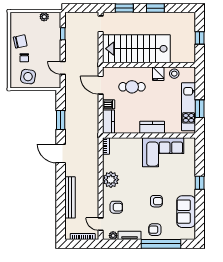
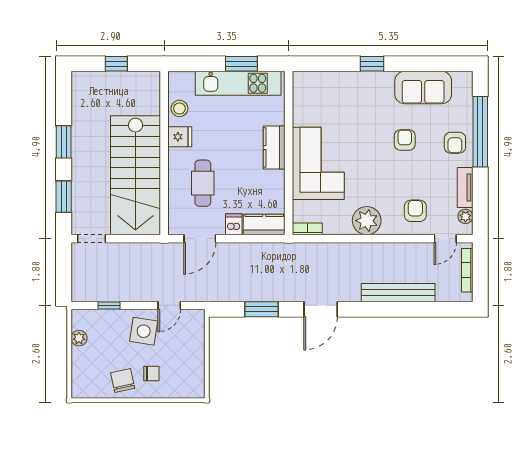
side table: (28, 77) -> (144, 331), moved
corner sofa: (163, 152) -> (318, 163), moved

